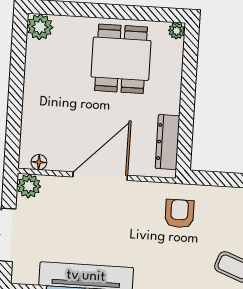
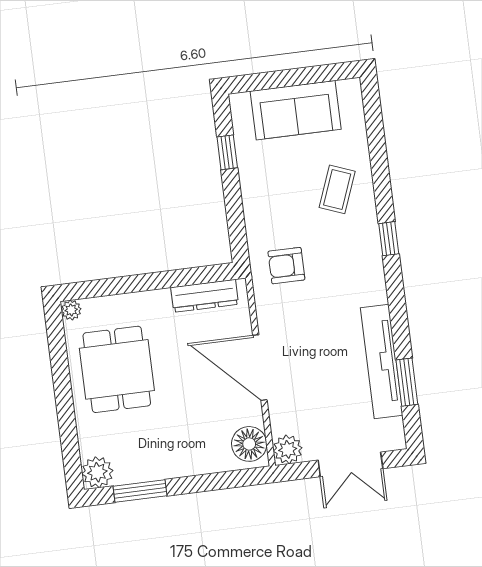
window: (18, 59) -> (140, 491), added
dining table: (121, 59) -> (117, 369), turned 90
floor lamp: (39, 162) -> (249, 444), width x1.89, depth x1.89

